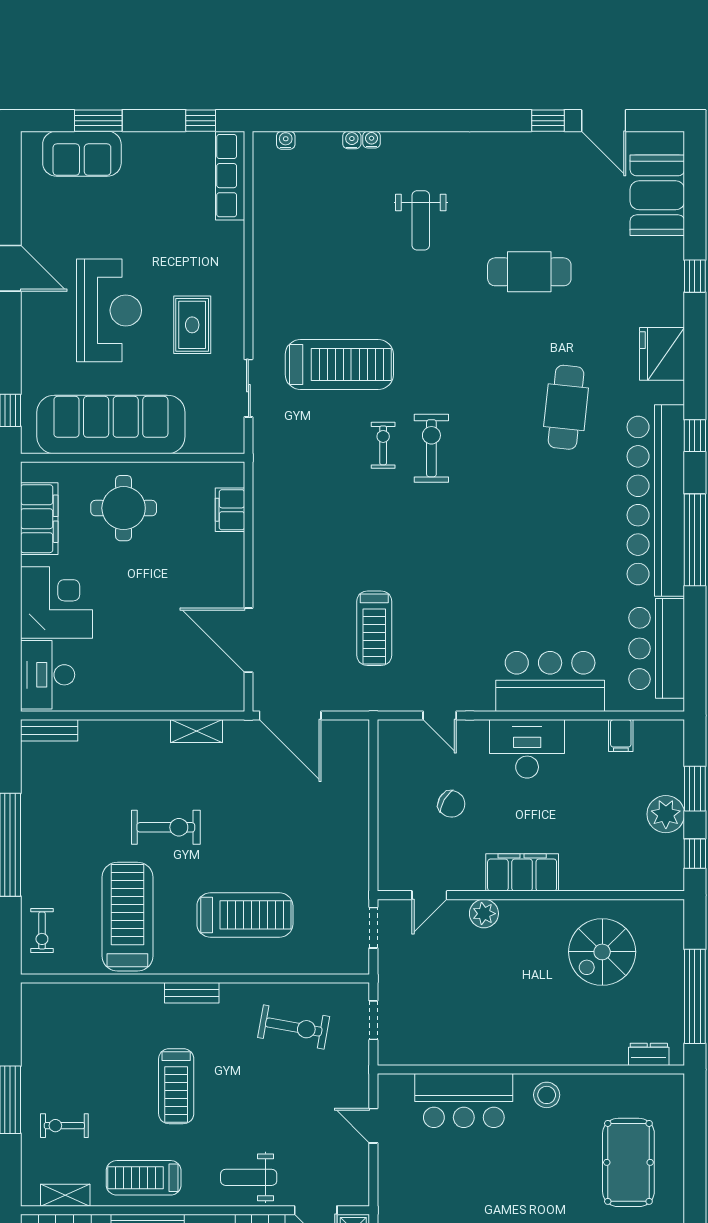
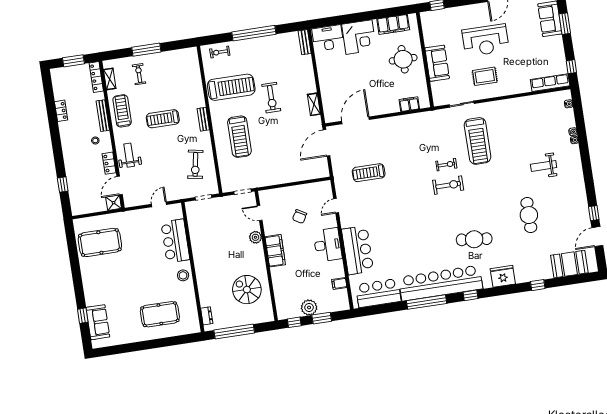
sofa: (111, 424) -> (437, 63), width x0.54, depth x0.79

